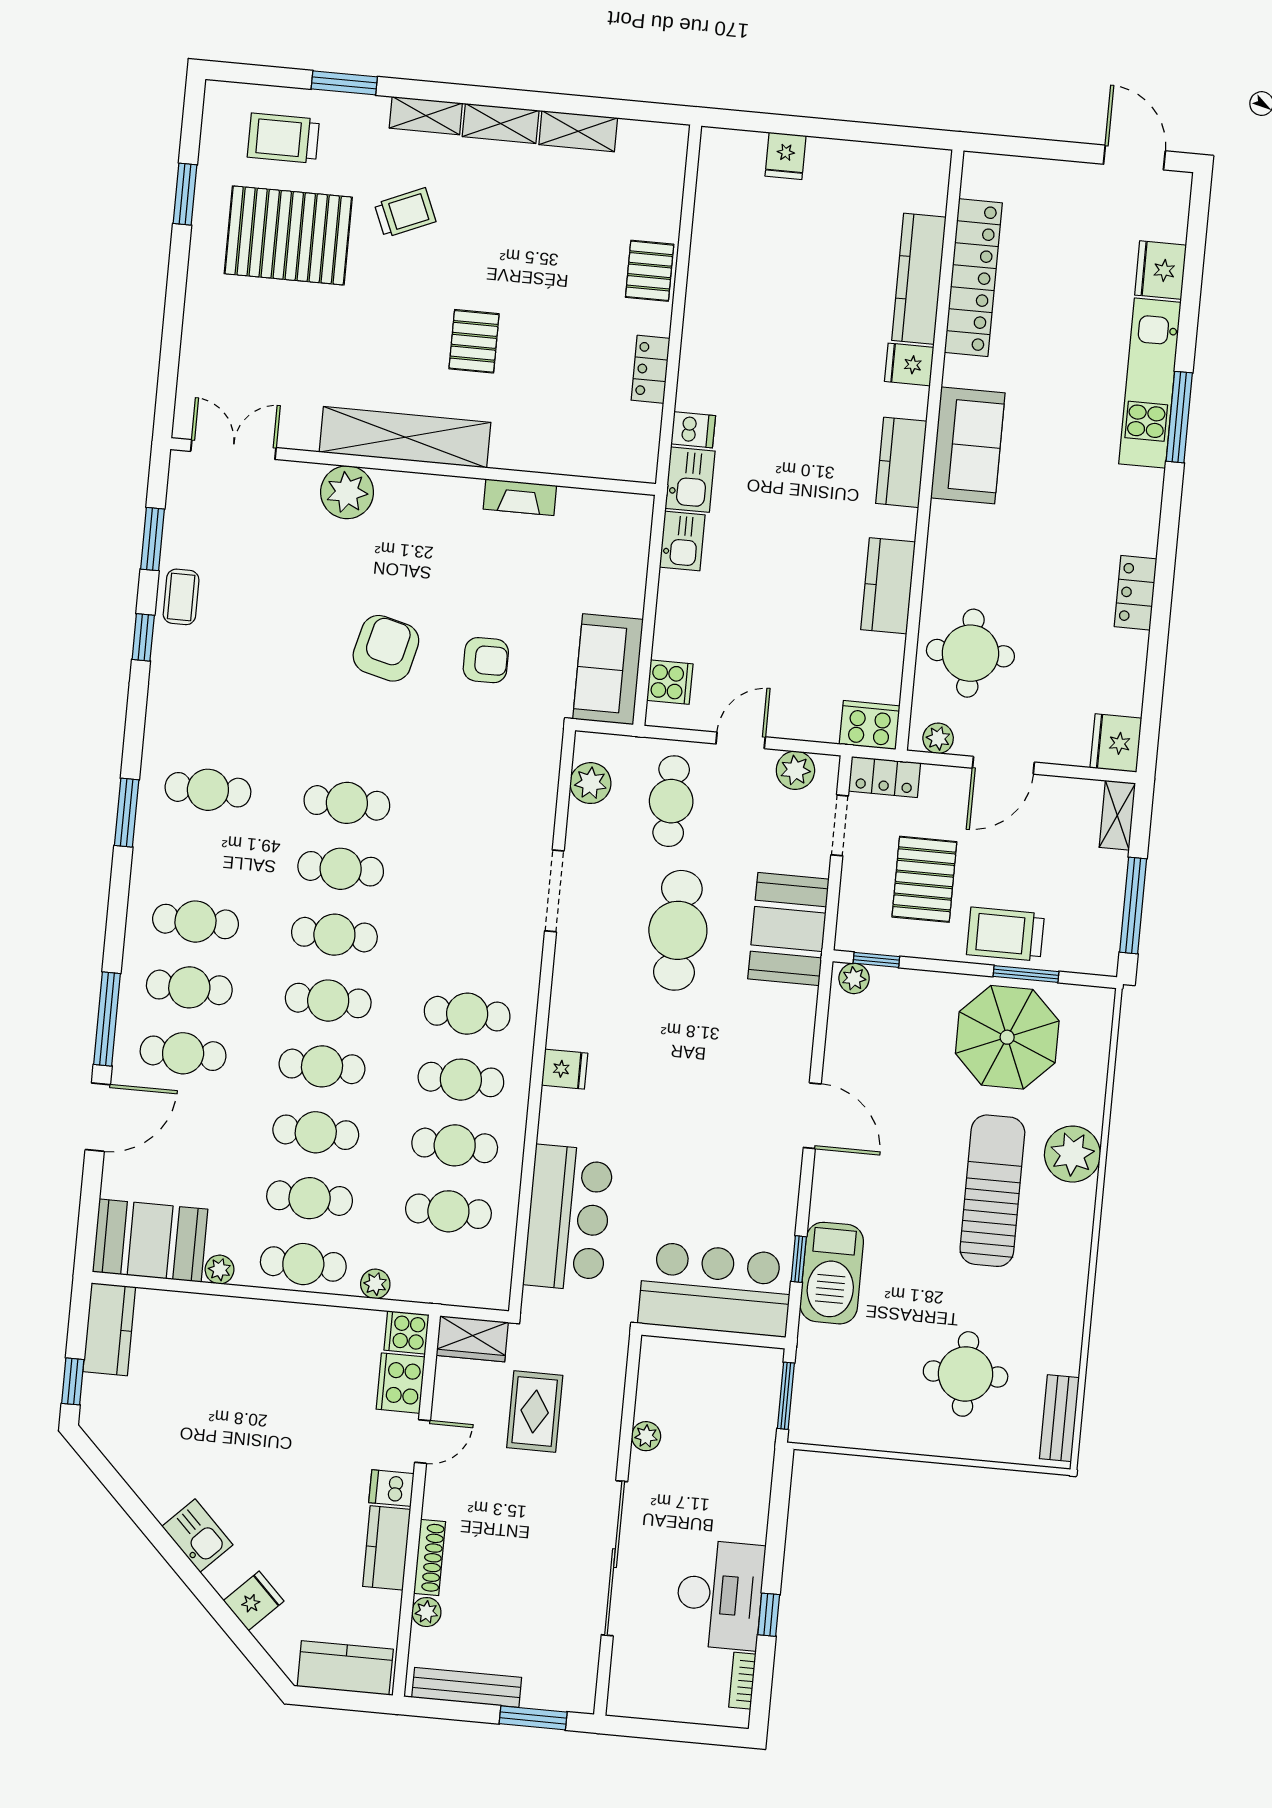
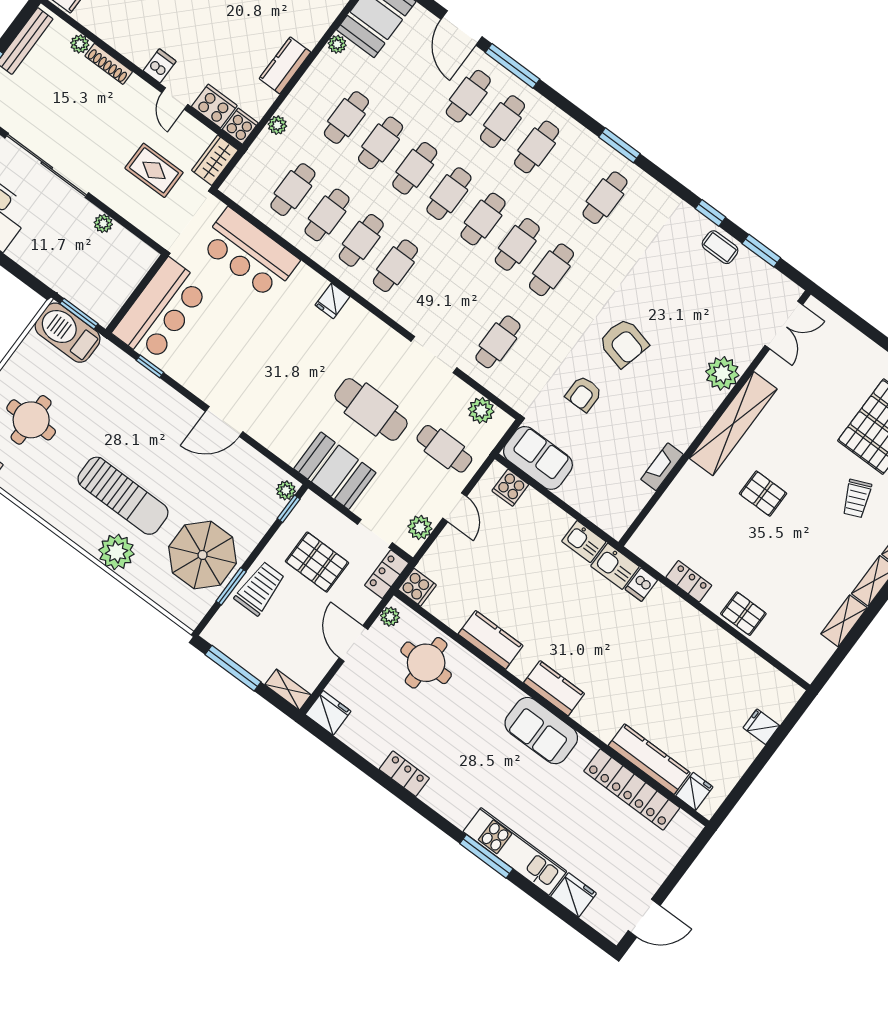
fridge: (909, 364) -> (694, 791), moved
cooker: (870, 725) -> (417, 587), width x0.73
cafe table: (303, 1264) -> (498, 342), moved
barbecue: (832, 1273) -> (68, 333), moved
kitchen counter: (387, 1548) -> (285, 65), moved, turned -90

